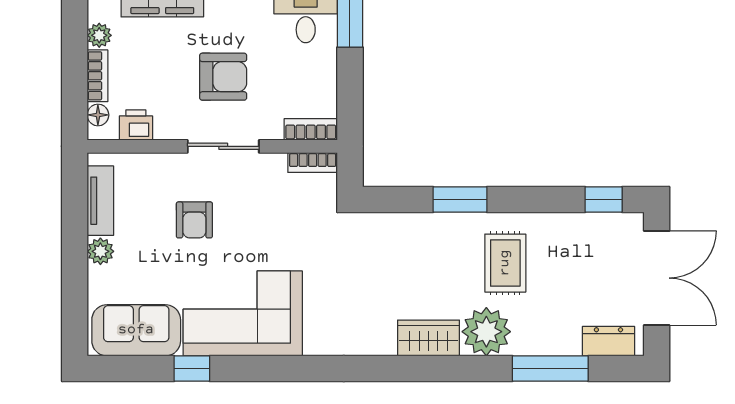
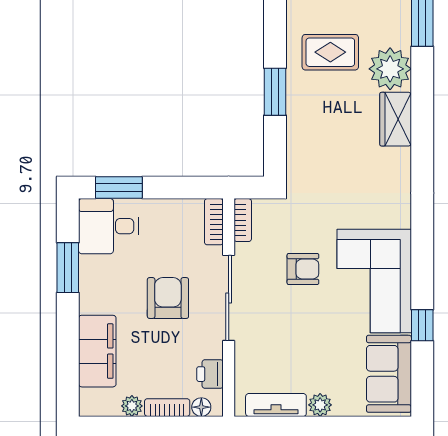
sliding door: (223, 146) -> (229, 298), width x1.37
armchair: (194, 220) -> (303, 269), moved

